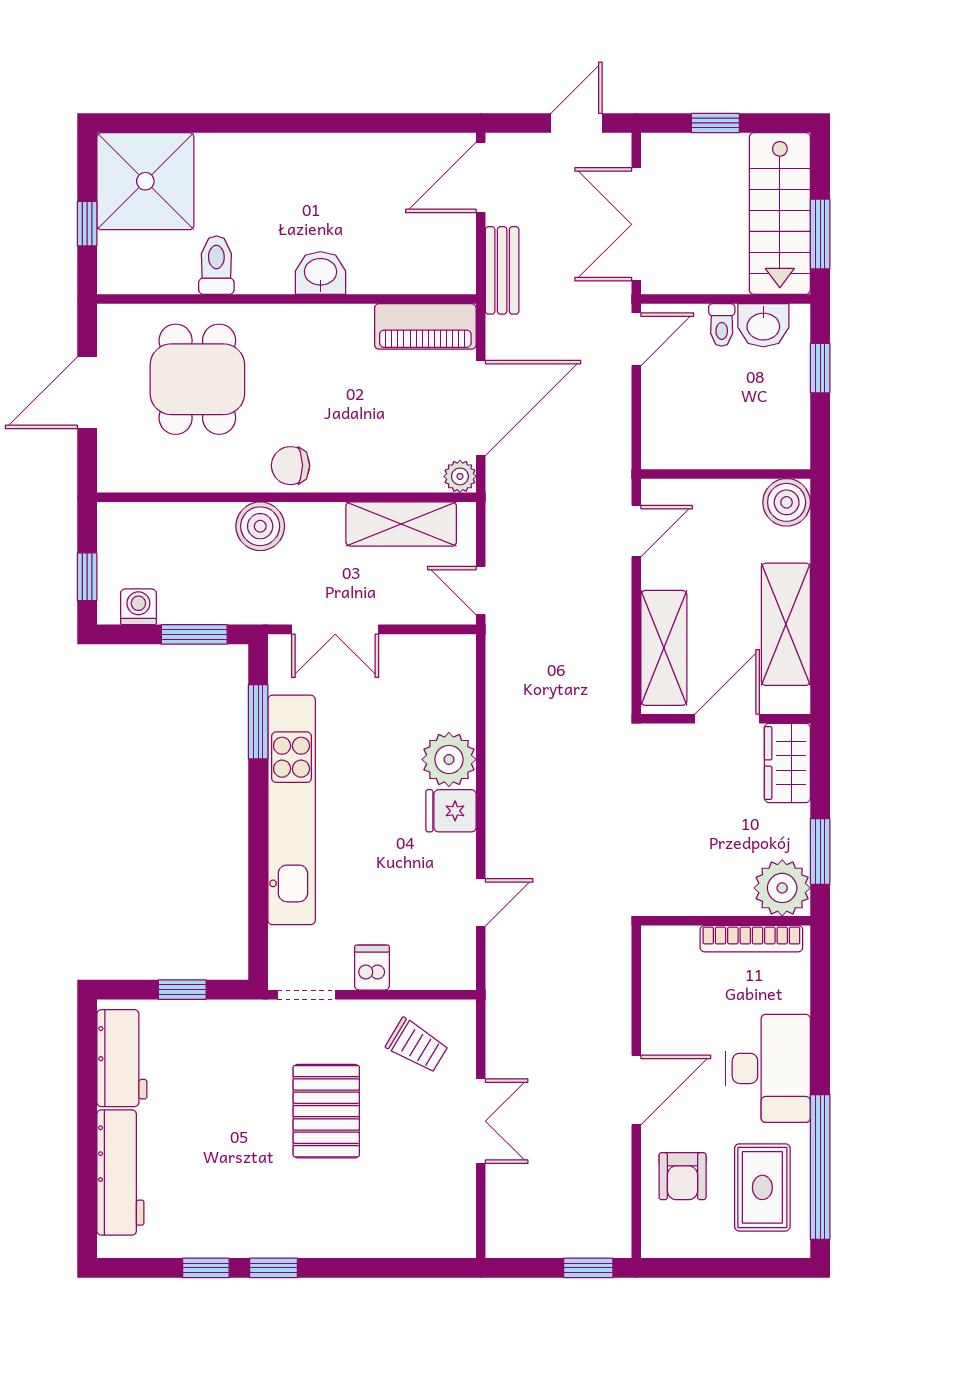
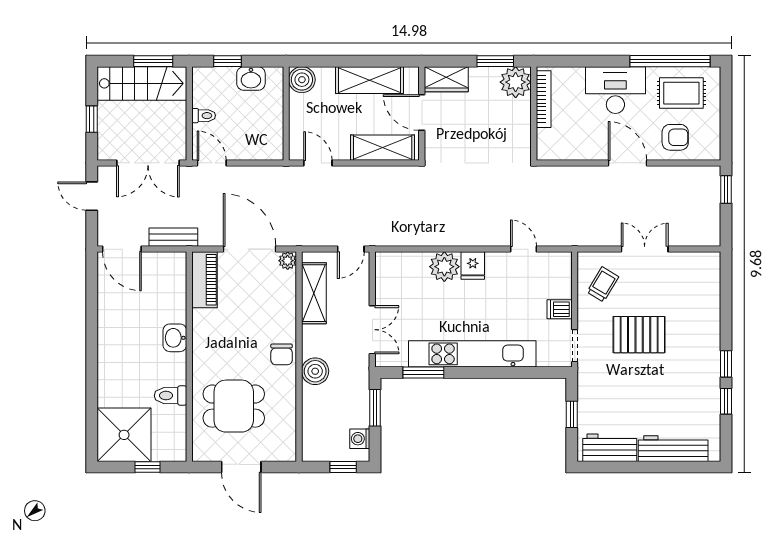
washbasin: (763, 325) -> (251, 78), moved, turned 90

